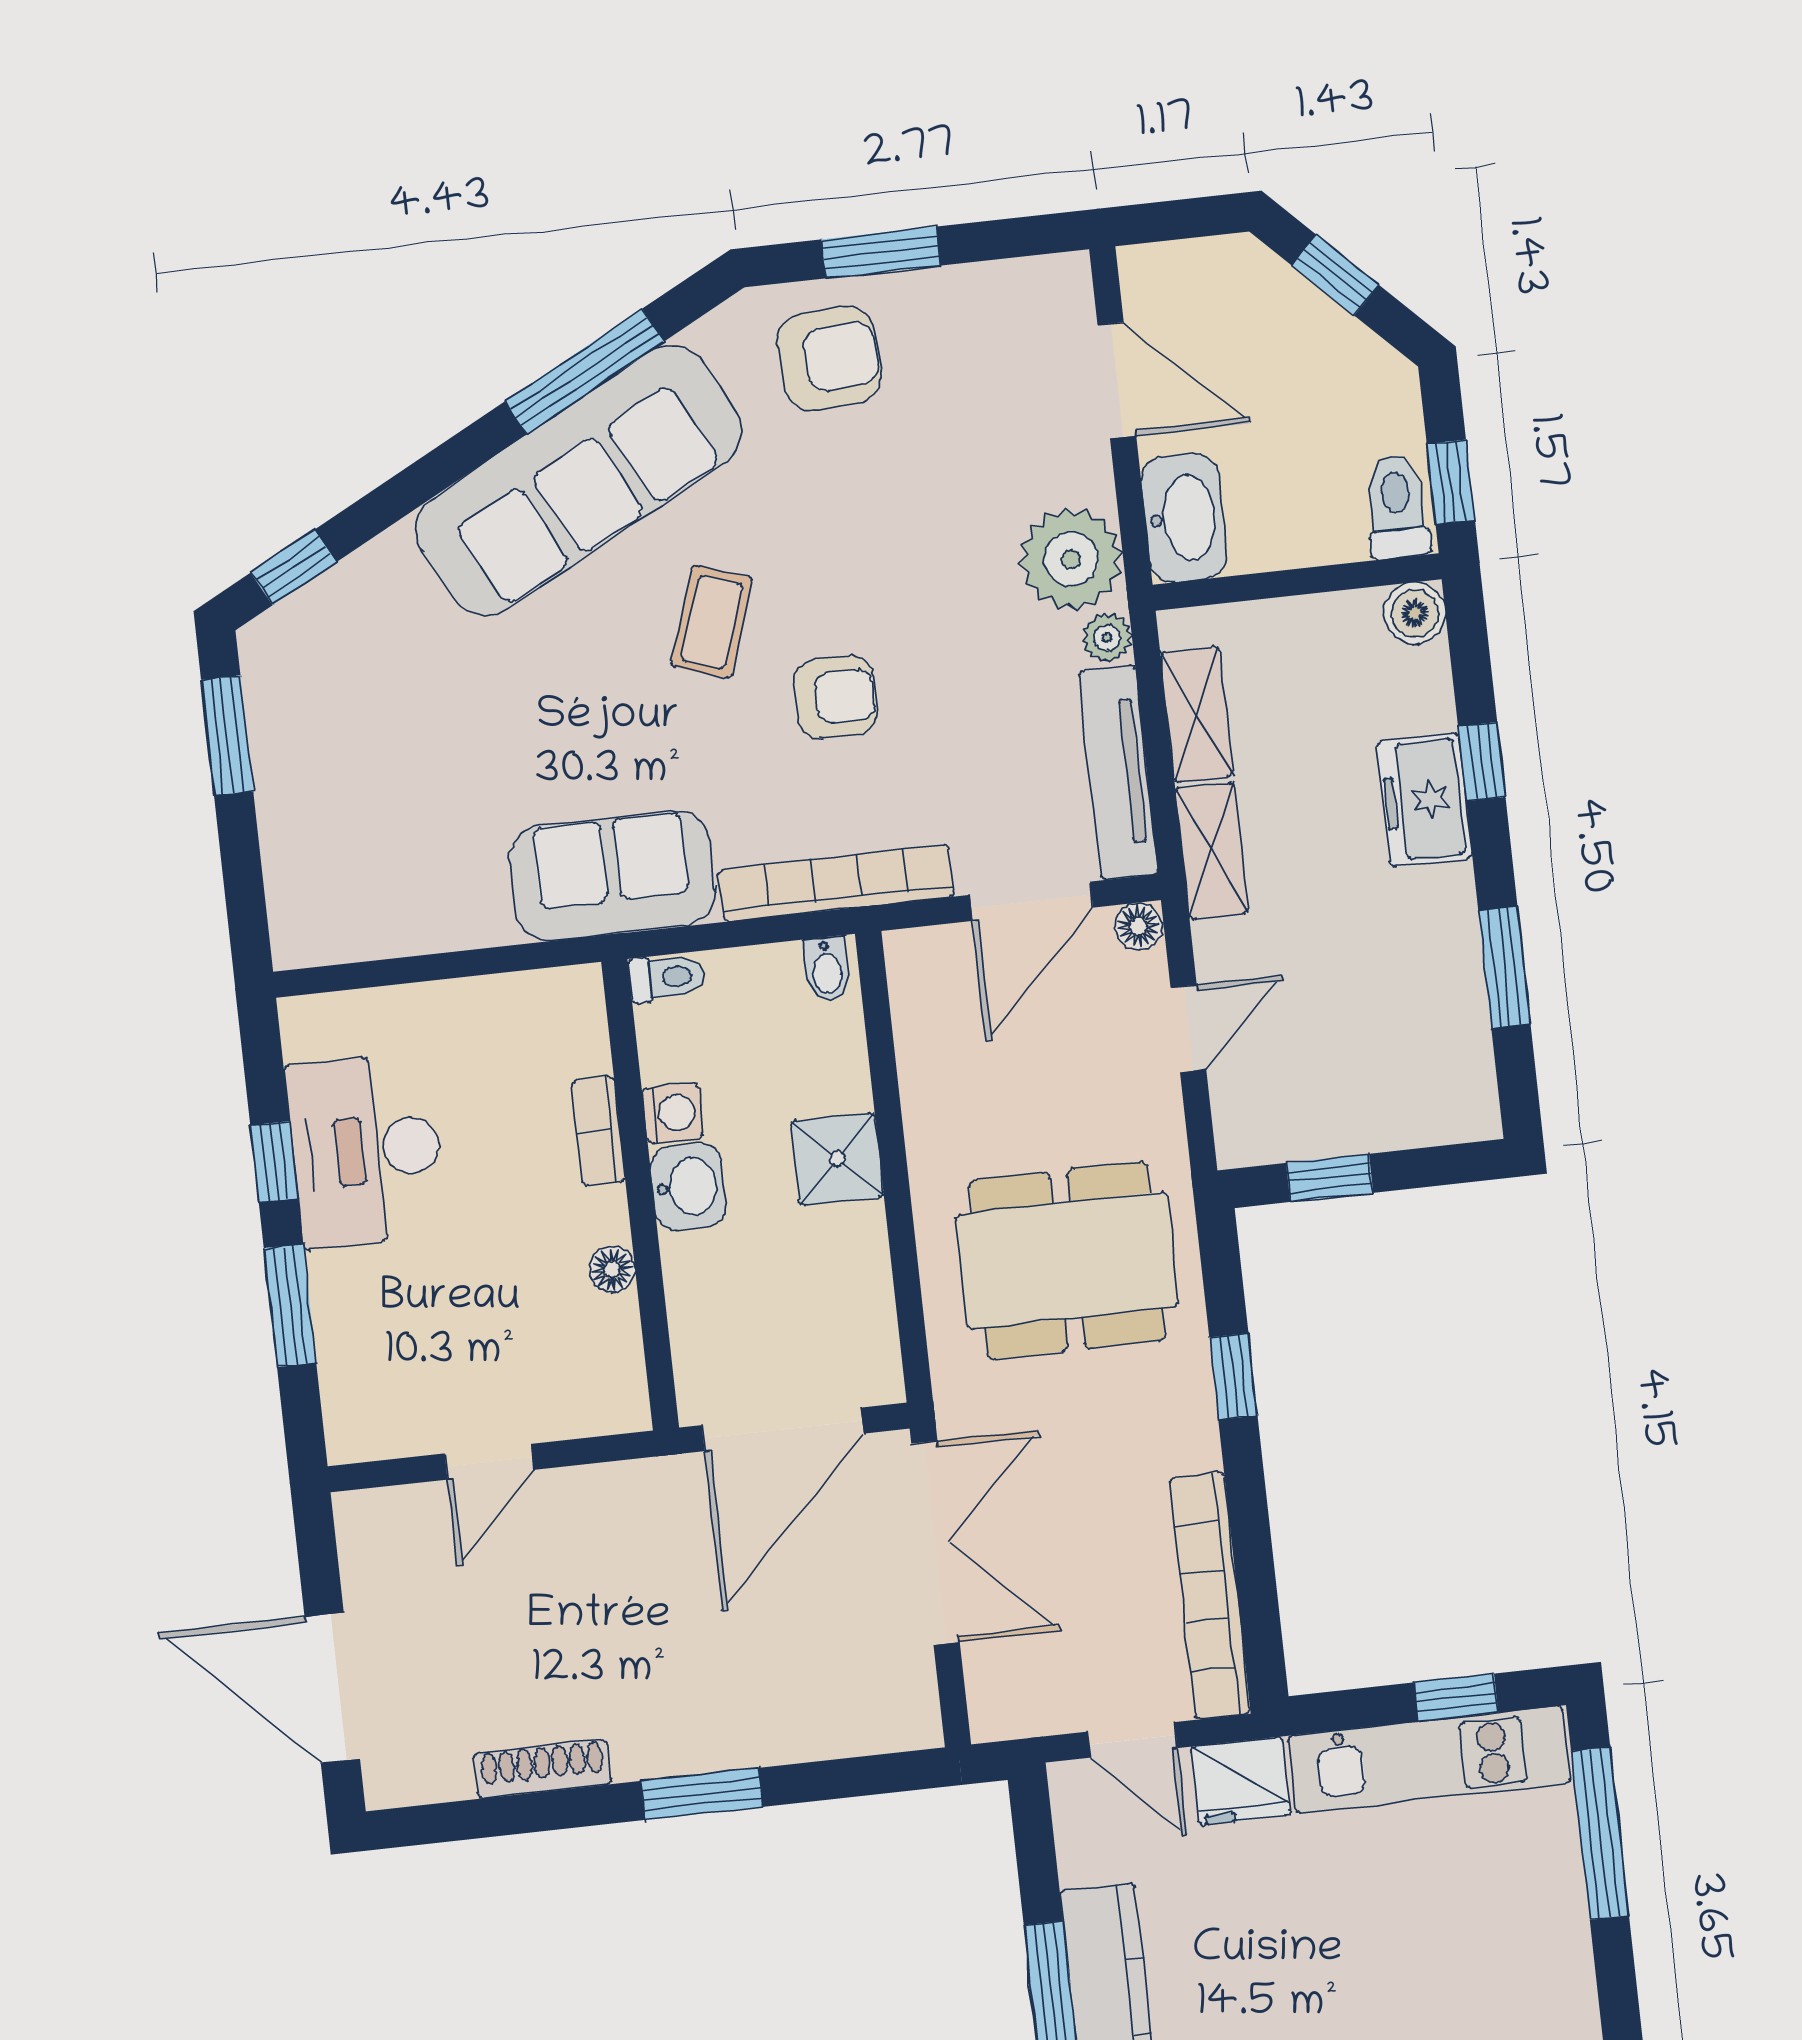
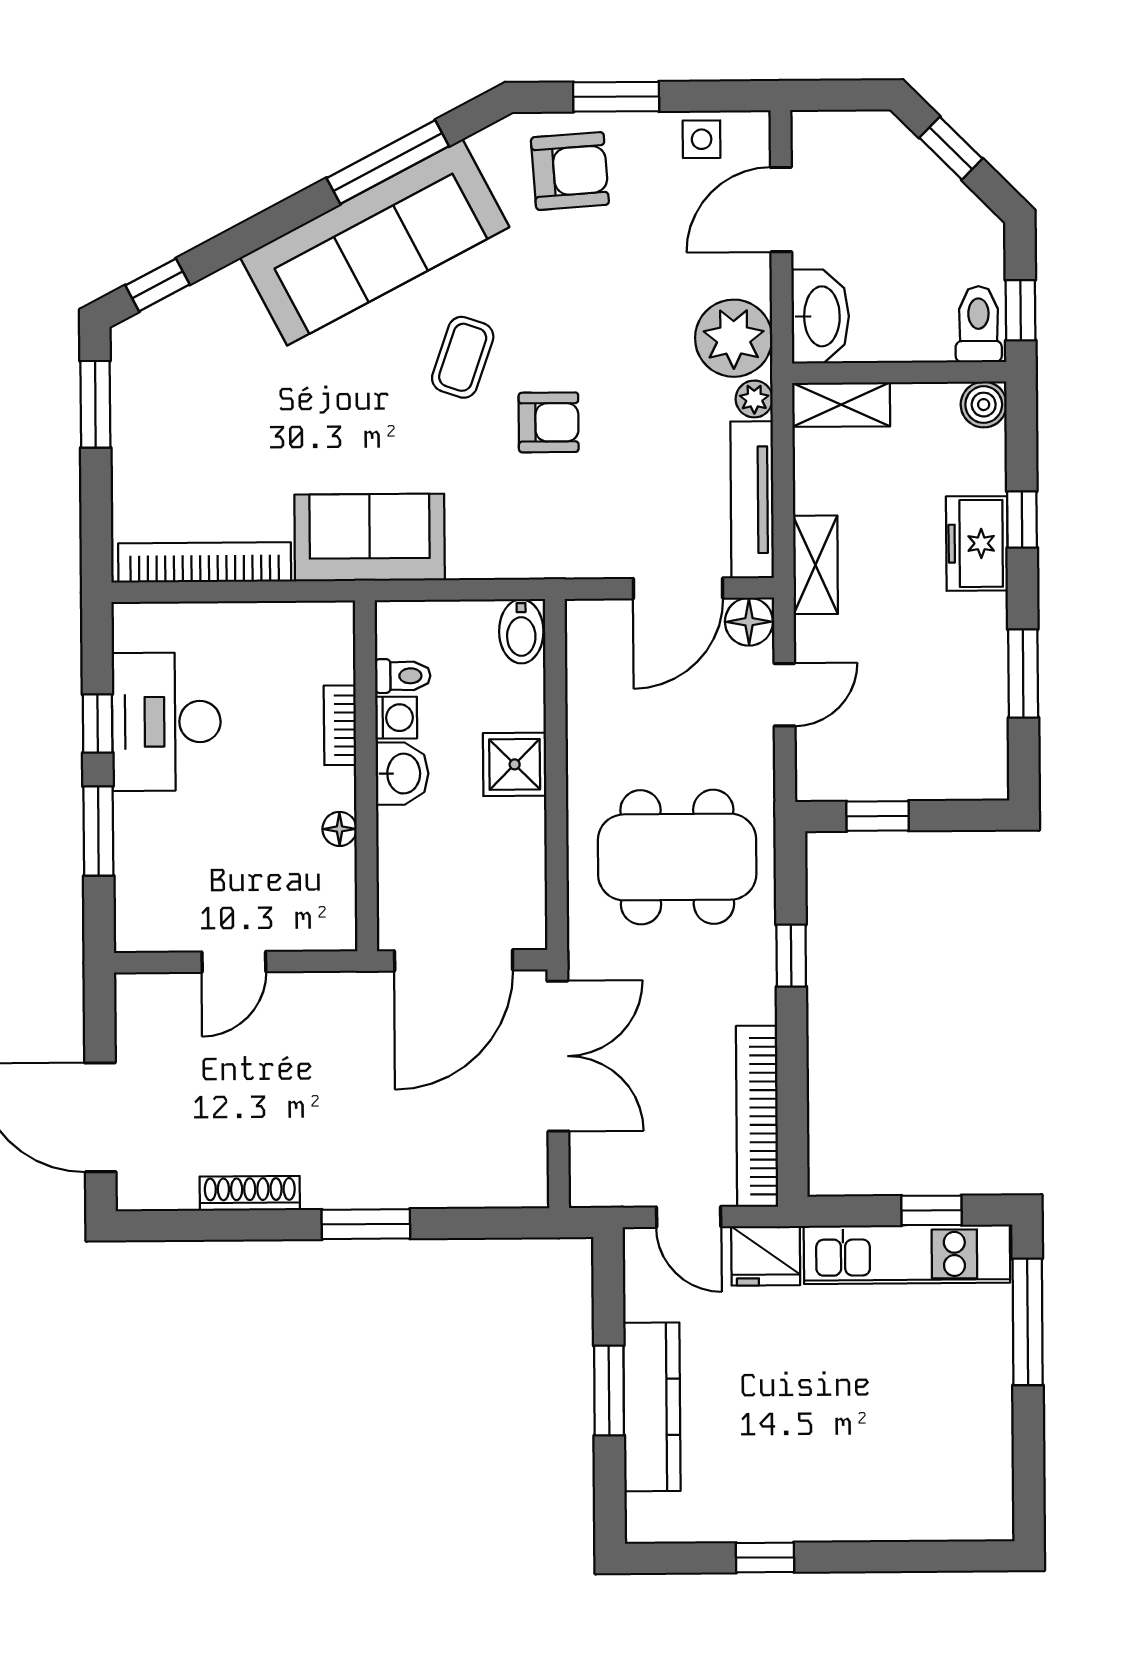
side table: (1001, 298) -> (702, 139), added
door: (1117, 381) -> (781, 210), swing flipped
shelving: (1197, 714) -> (841, 405), moved, turned 90
bookcase: (836, 883) -> (205, 562), moved
floor lamp: (1139, 926) -> (749, 622), width x1.37, depth x1.37
bidet: (827, 969) -> (521, 631), width x1.38, depth x1.36
toilet: (667, 978) -> (403, 676), moved

